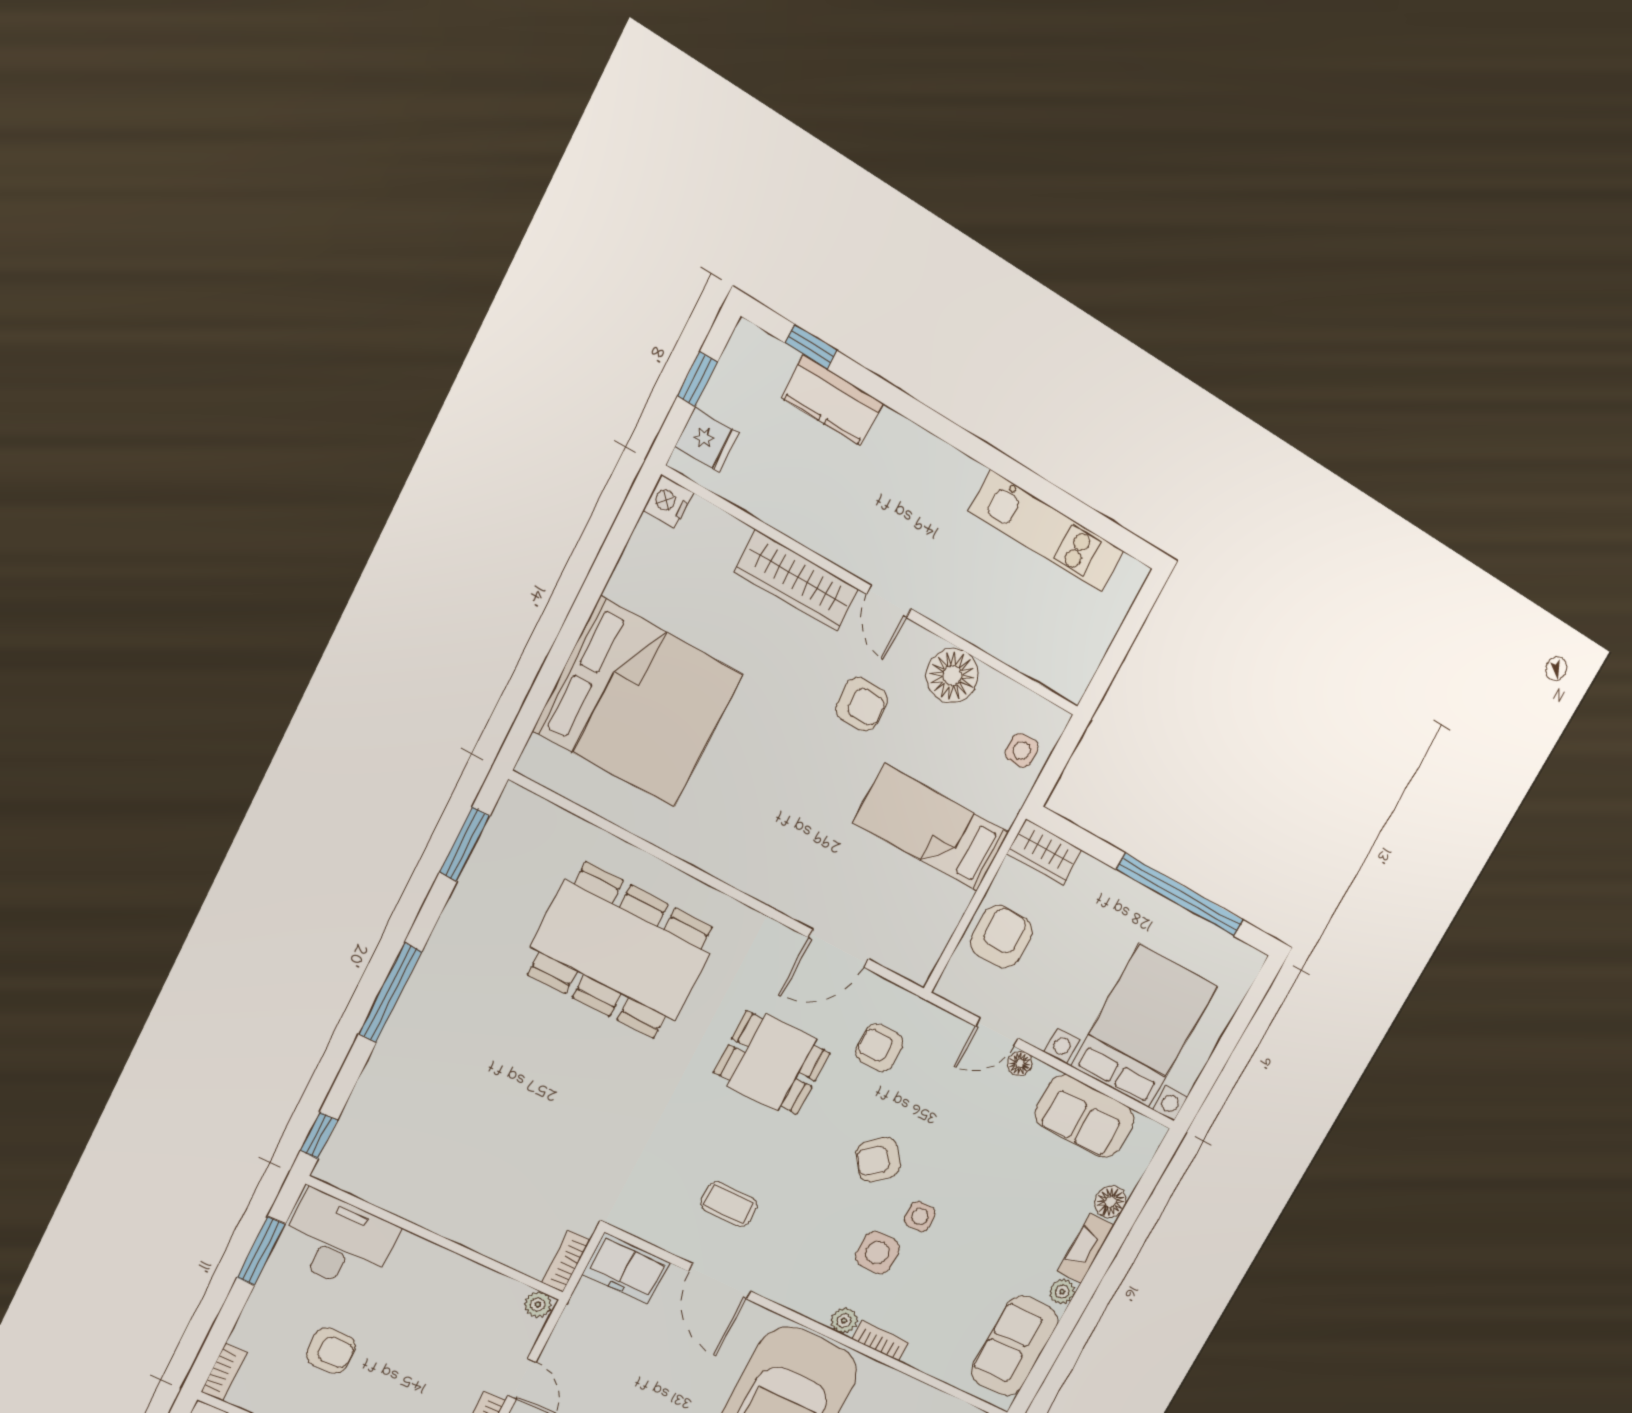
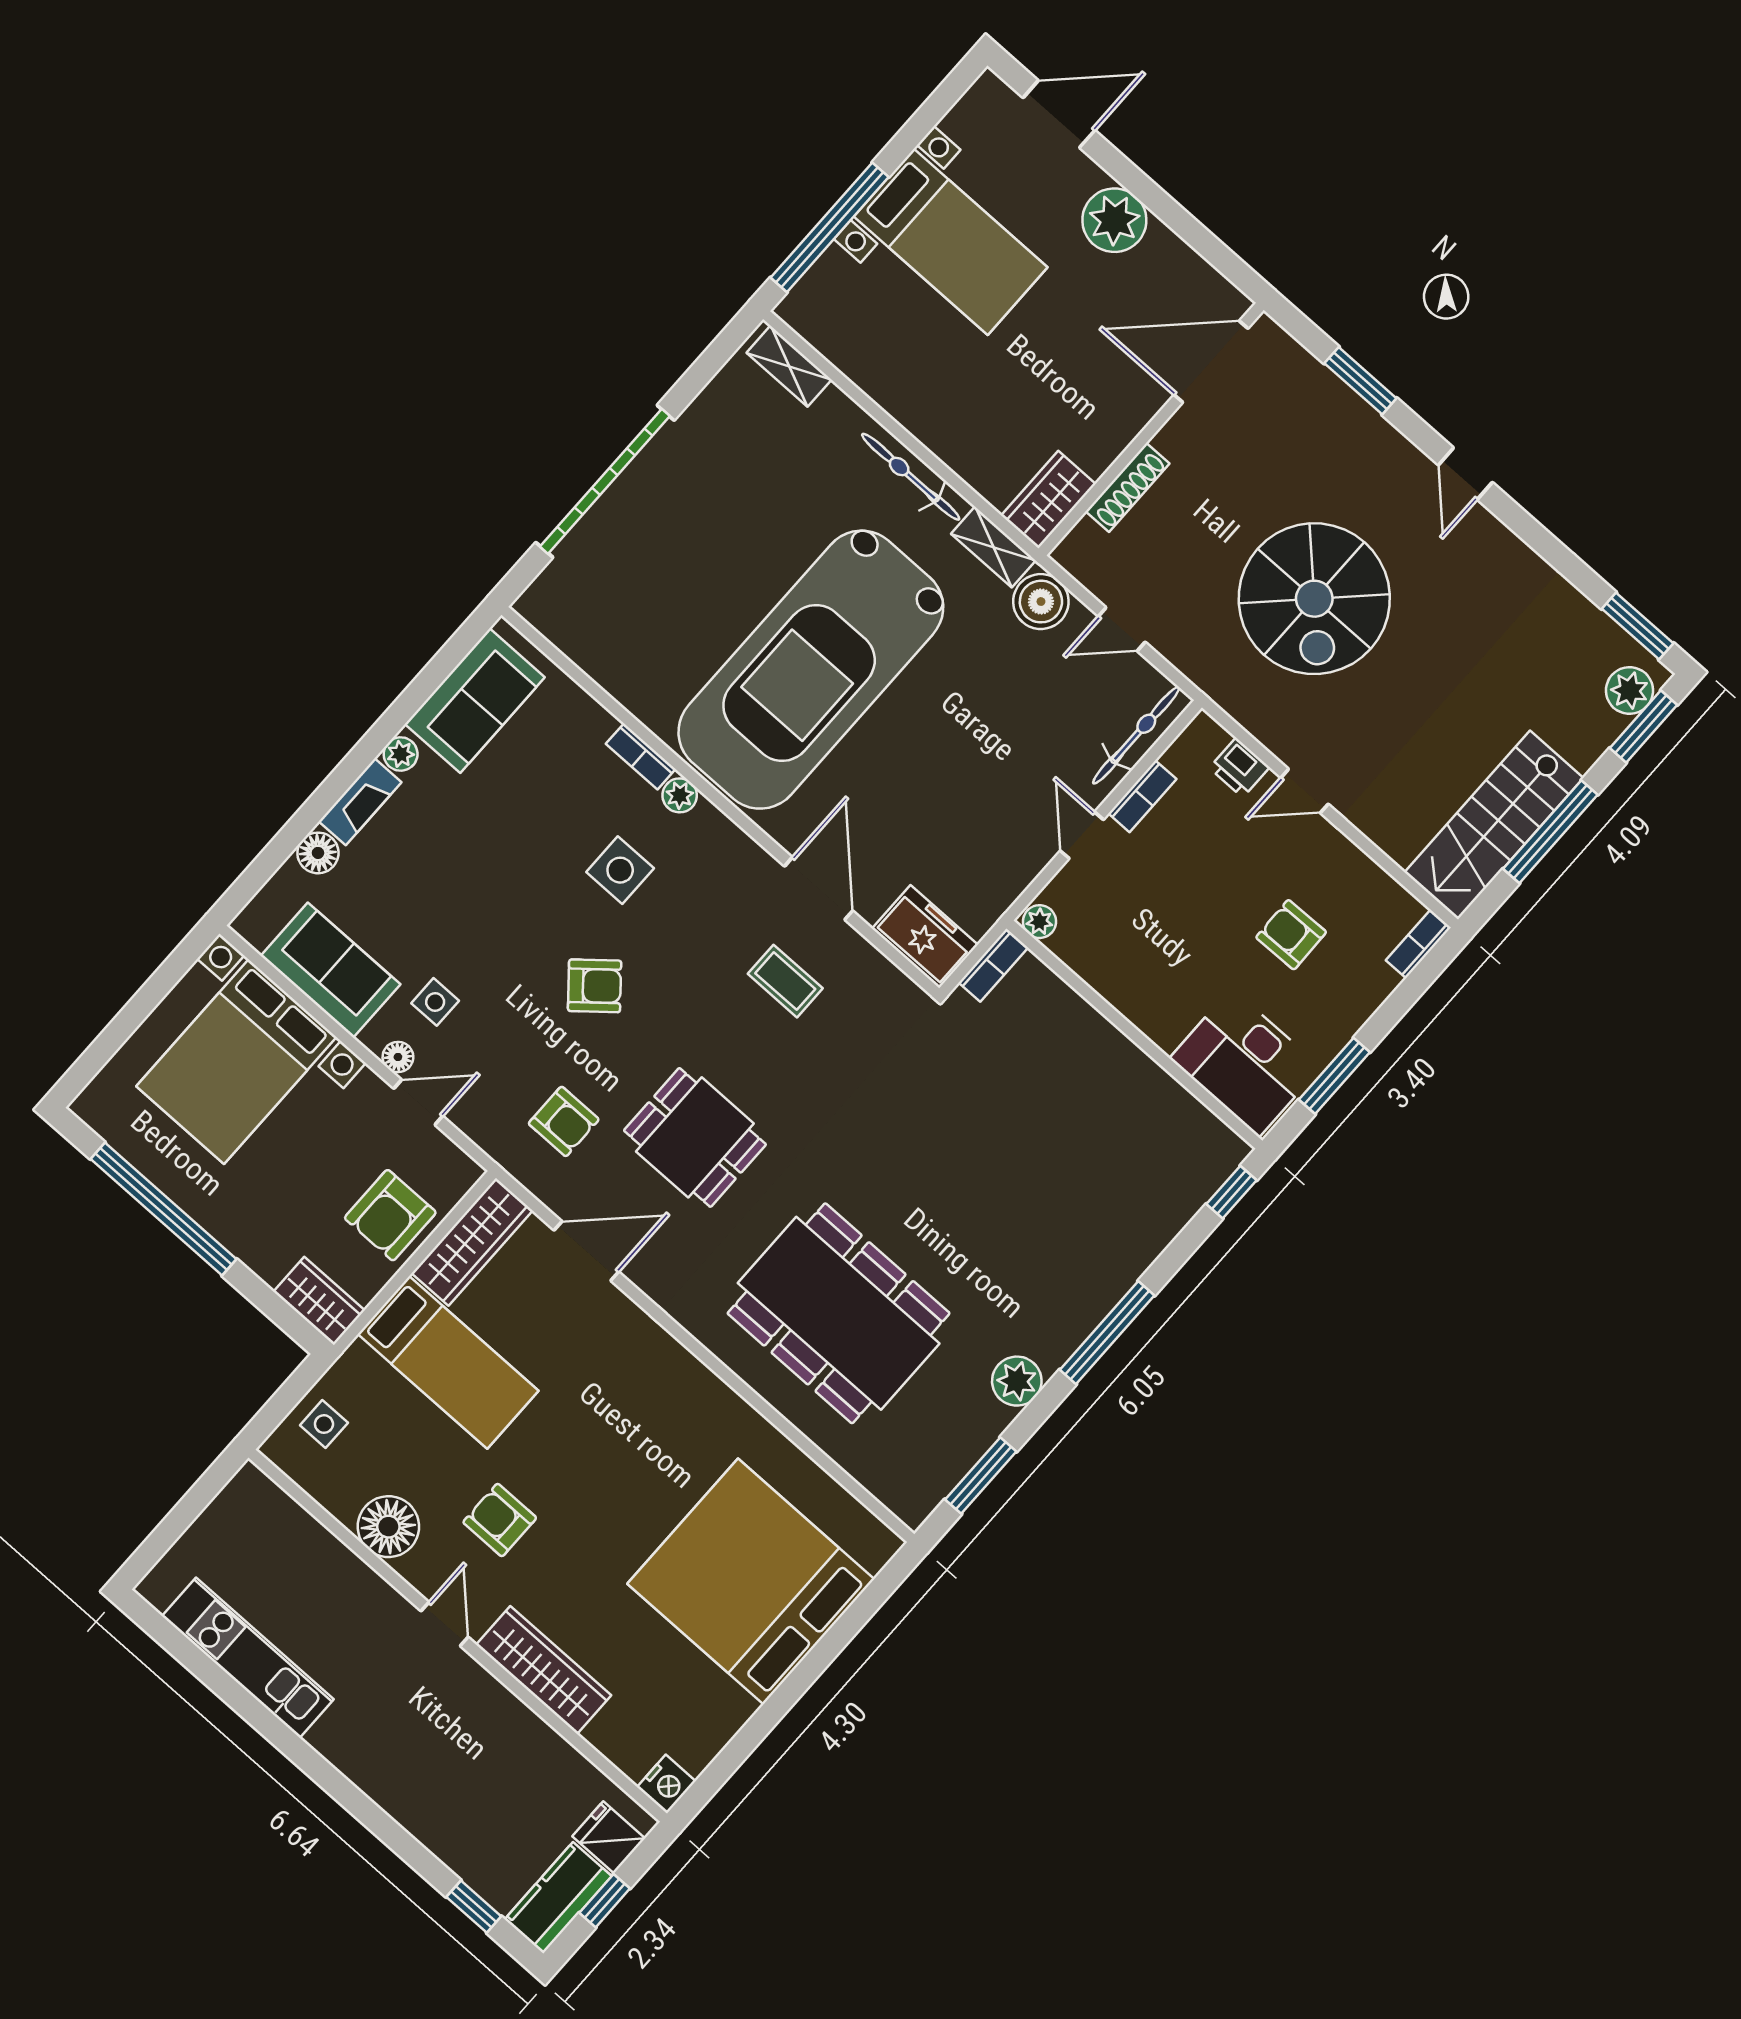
kitchen counter: (832, 400) -> (558, 1898), moved, turned -90
plant: (456, 932) -> (1017, 1381), added
wardrobe: (932, 932) -> (472, 1242), added
side table: (920, 1216) -> (435, 1002), moved

